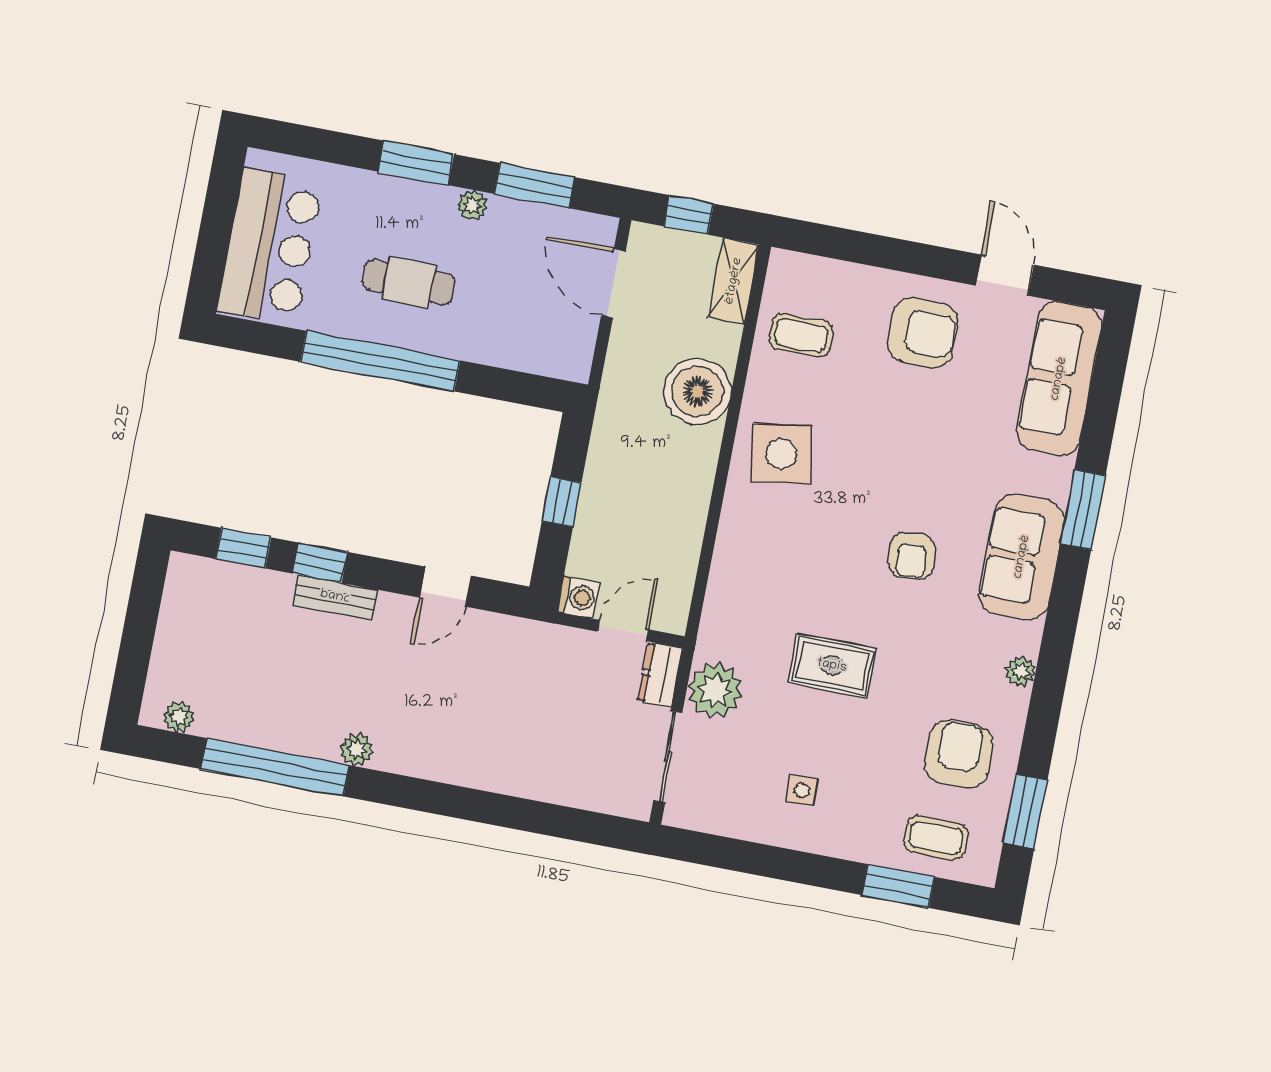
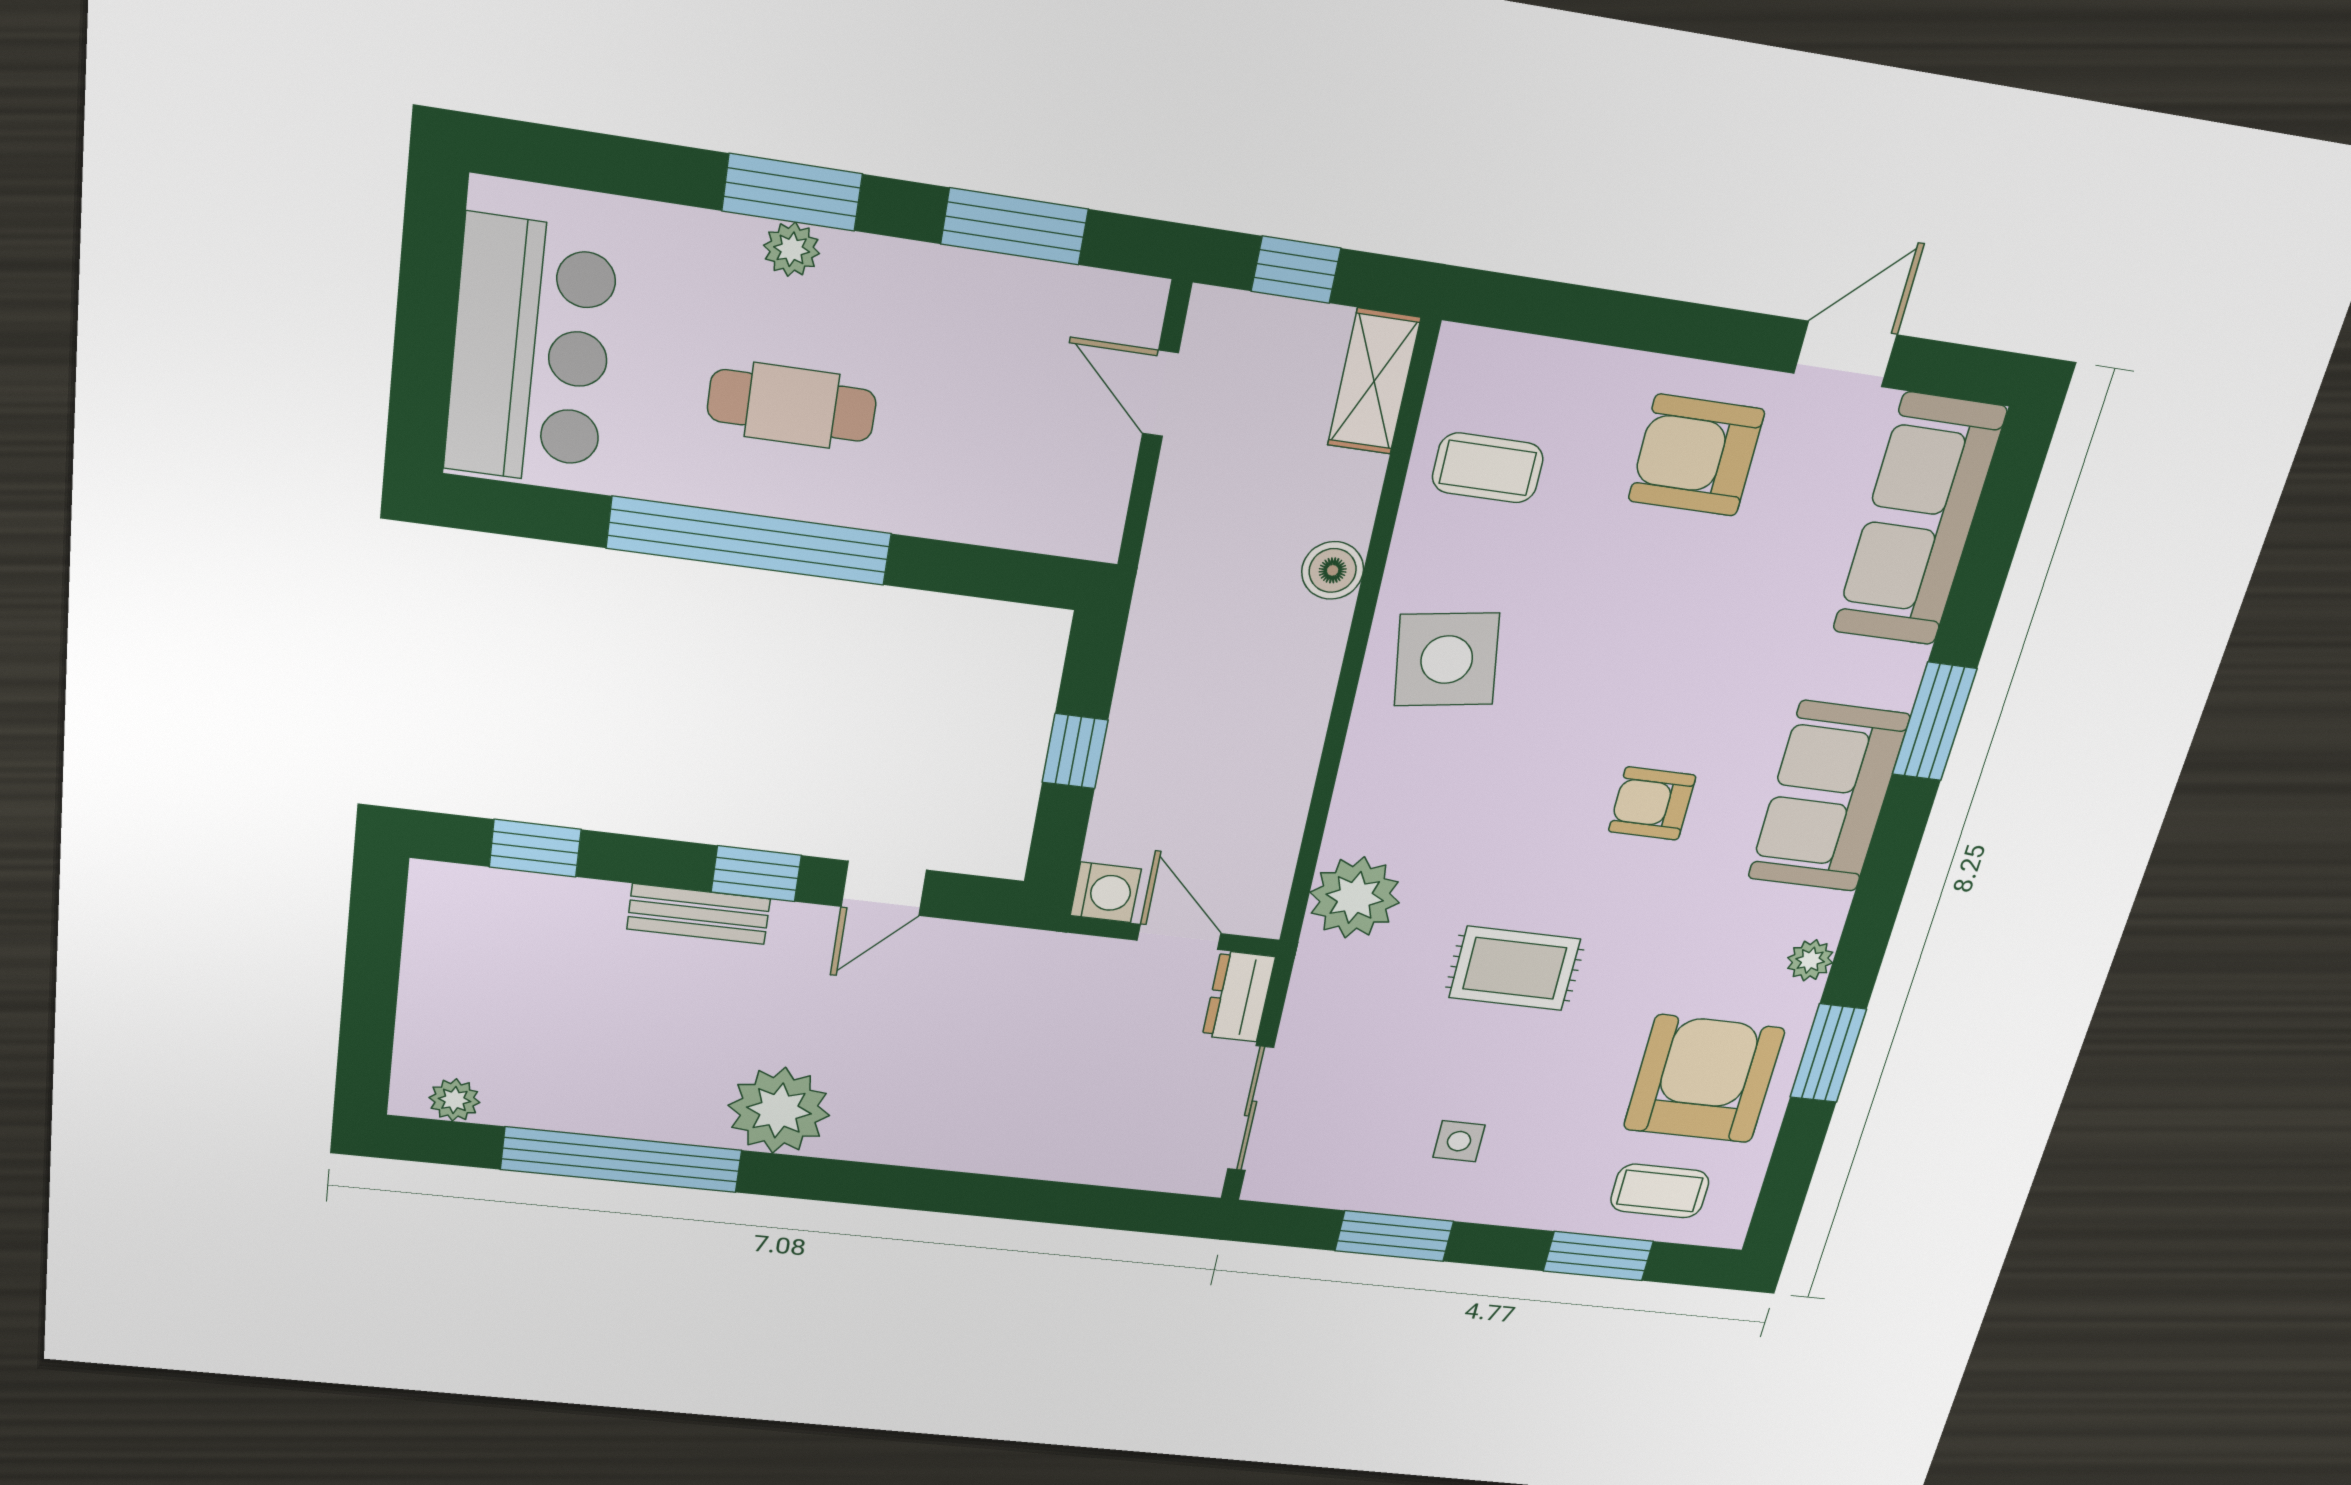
plant: (472, 205) -> (792, 249), moved
door: (1005, 275) -> (1845, 354), hinge flipped
door: (613, 283) -> (1160, 393), width x0.73
armchair: (922, 333) -> (1696, 455), turned 180
boiler: (697, 391) -> (1333, 570), width x0.54, depth x0.54
armchair: (912, 556) -> (1652, 803), turned 95
window: (320, 563) -> (756, 874), moved
door: (623, 631) -> (1179, 937), hinge flipped
plant: (715, 690) -> (1355, 897), moved
plant: (357, 750) -> (779, 1110), width x1.87, depth x1.87
armchair: (959, 754) -> (1704, 1079), width x1.36, depth x1.36
window: (1025, 811) -> (1828, 1053), moved
window: (762, 860) -> (1394, 1236), added

